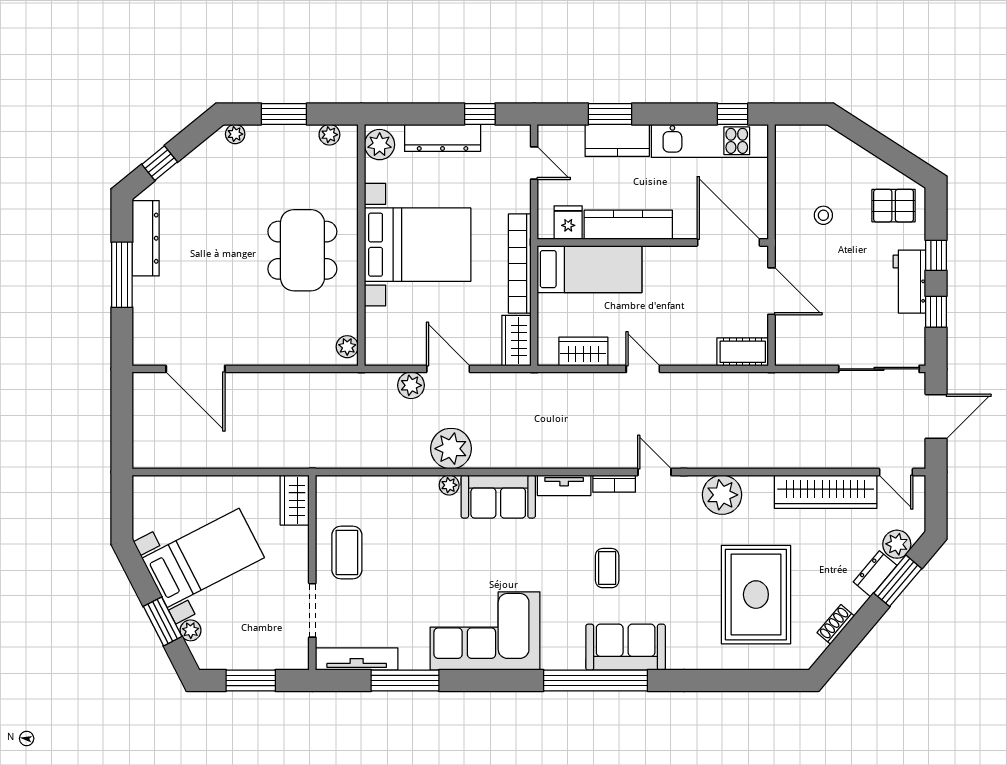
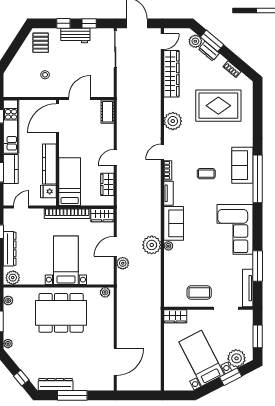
bed with nightstands: (418, 245) -> (66, 260), width x0.73
dining table: (302, 250) -> (61, 313), width x1.36, depth x1.24
plant: (191, 630) -> (237, 358), width x1.87, depth x1.87

